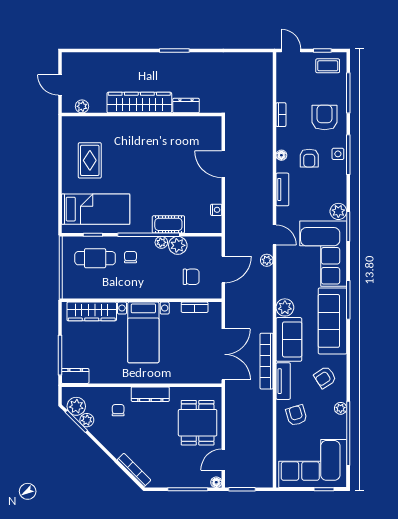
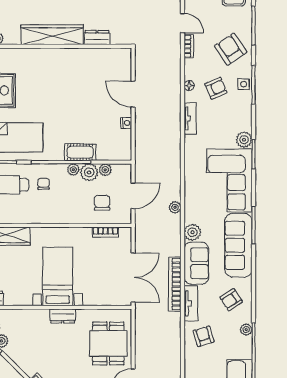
armchair: (325, 117) -> (231, 49), turned -34
armchair: (309, 158) -> (216, 88), turned -113
nightstand: (216, 210) -> (126, 123), moved
door: (275, 235) -> (182, 23), moved
plant: (194, 243) -> (105, 170), added
plant: (267, 260) -> (175, 207), moved
chair: (191, 277) -> (102, 203), turned -90
bed with nightstands: (143, 332) -> (58, 276), moved, turned 180
dresser: (150, 394) -> (63, 316), width x0.70
chair: (118, 410) -> (32, 331), removed

